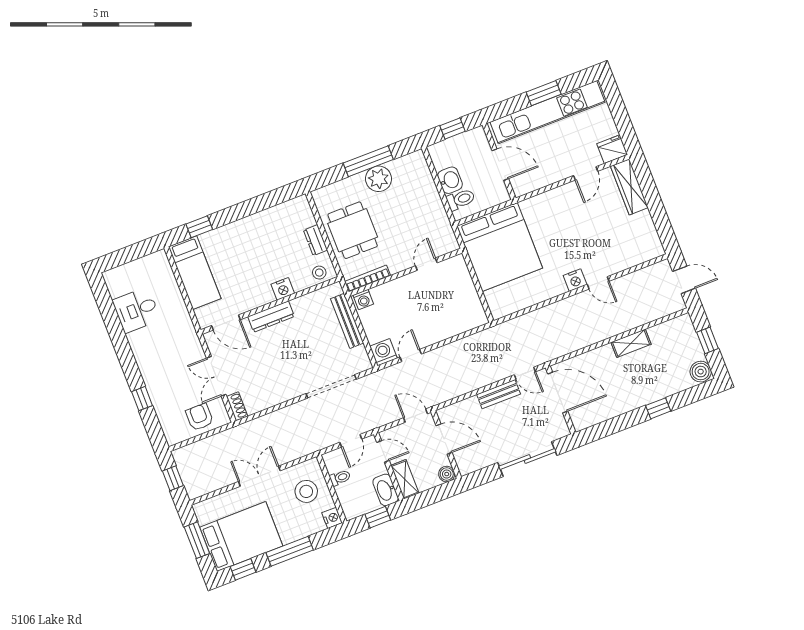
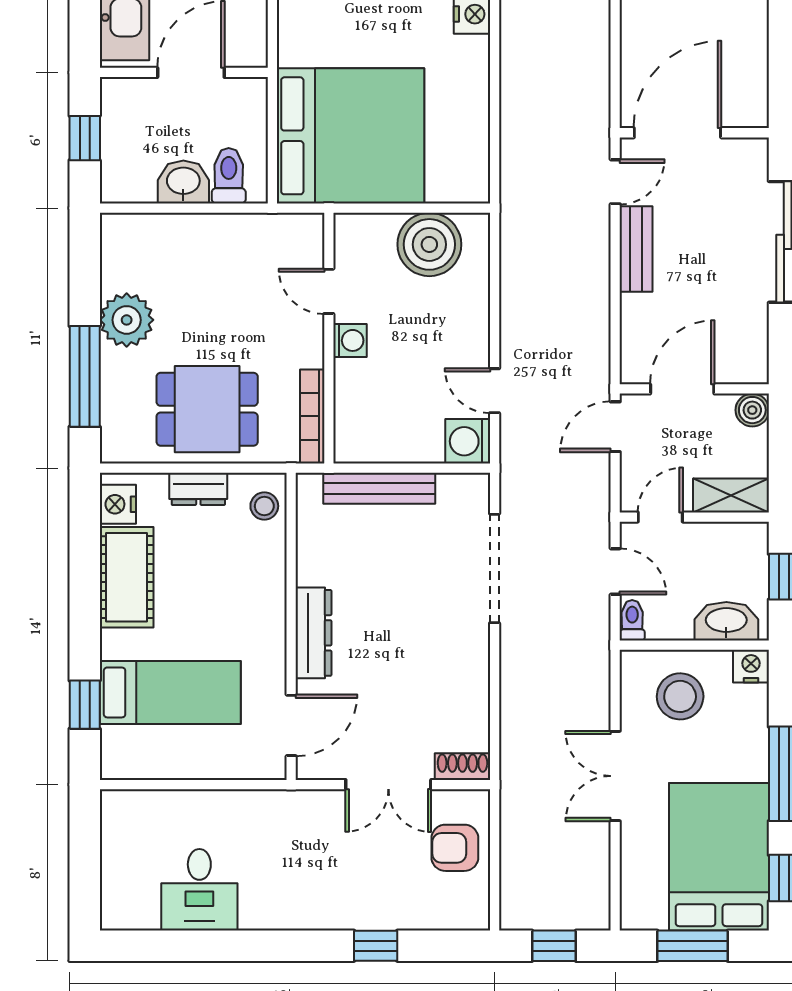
window: (368, 161) -> (85, 376), moved
cot: (263, 223) -> (127, 577), added
bed: (195, 273) -> (170, 692), moved
nightstand: (283, 289) -> (118, 504), moved, turned 180
washing machine: (363, 300) -> (350, 340), moved
boiler: (465, 301) -> (429, 244), added
toilet: (340, 478) -> (632, 620), moved
washbasin: (386, 490) -> (726, 621), moved, turned 180

